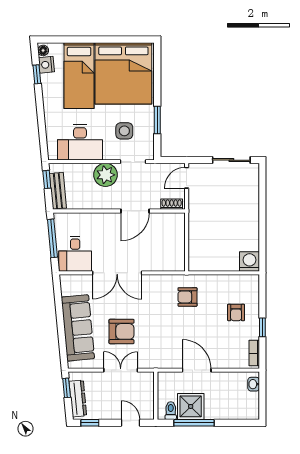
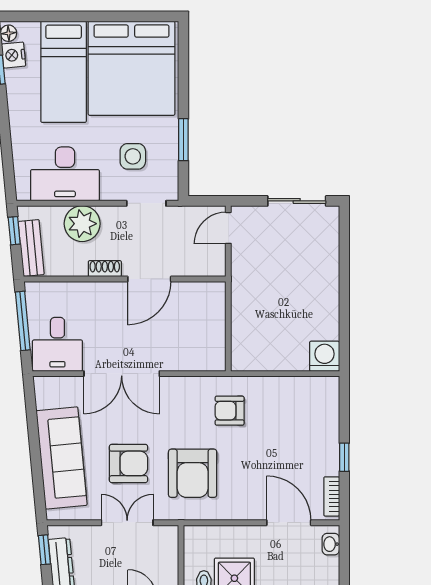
plant: (106, 175) -> (82, 224), moved
shoe rack: (172, 204) -> (105, 269), moved
armchair: (236, 312) -> (193, 473), moved, width x1.88, depth x1.88
door: (197, 370) -> (289, 523), moved

